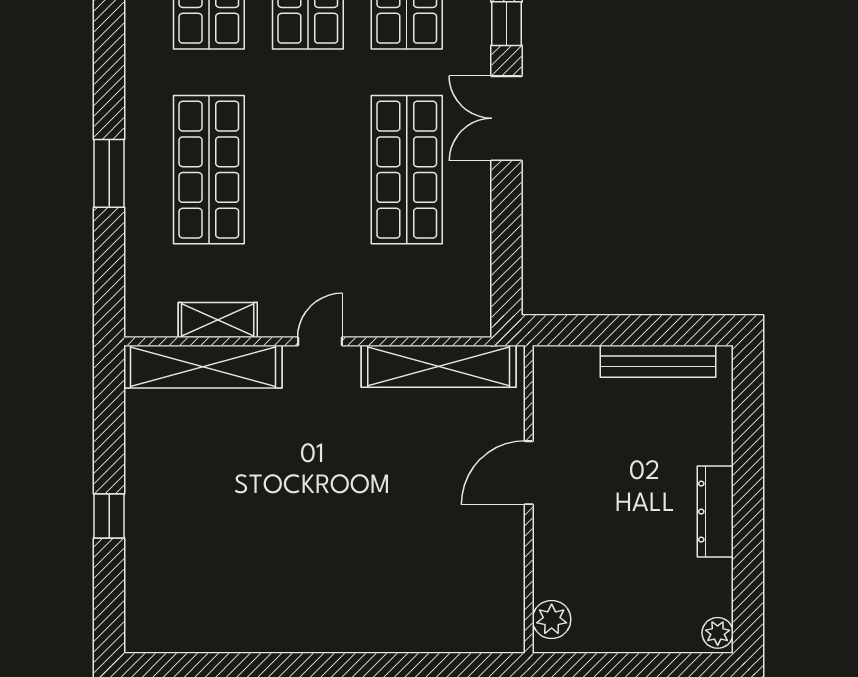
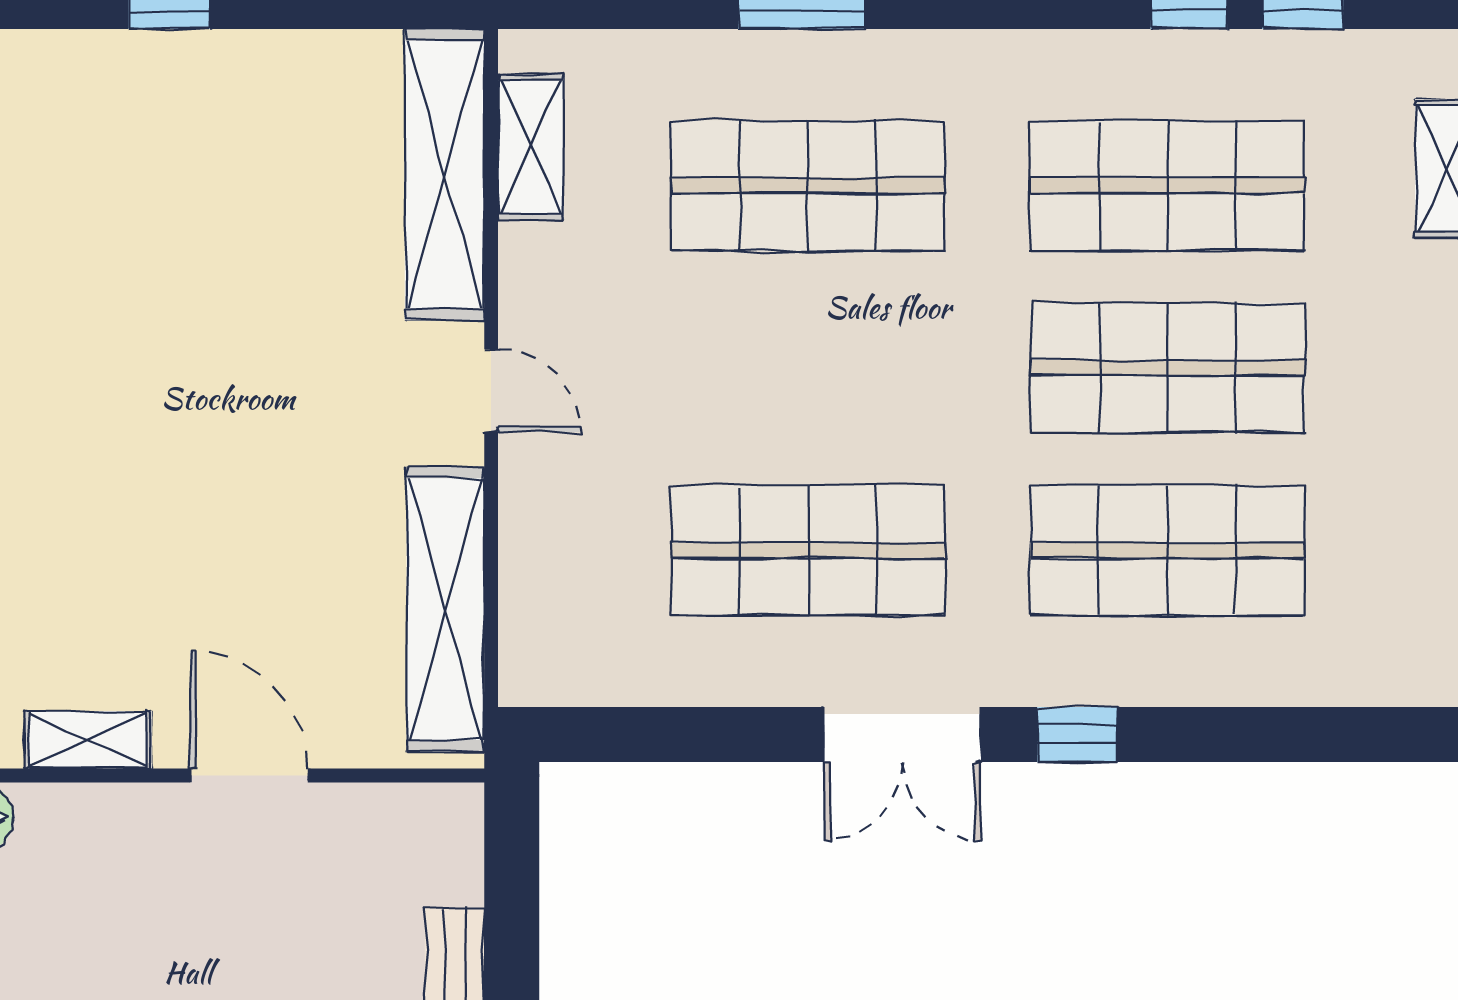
double door: (506, 118) -> (903, 734), swing flipped
shelving: (218, 320) -> (531, 147), moved
shelving: (509, 560) -> (88, 740), added

